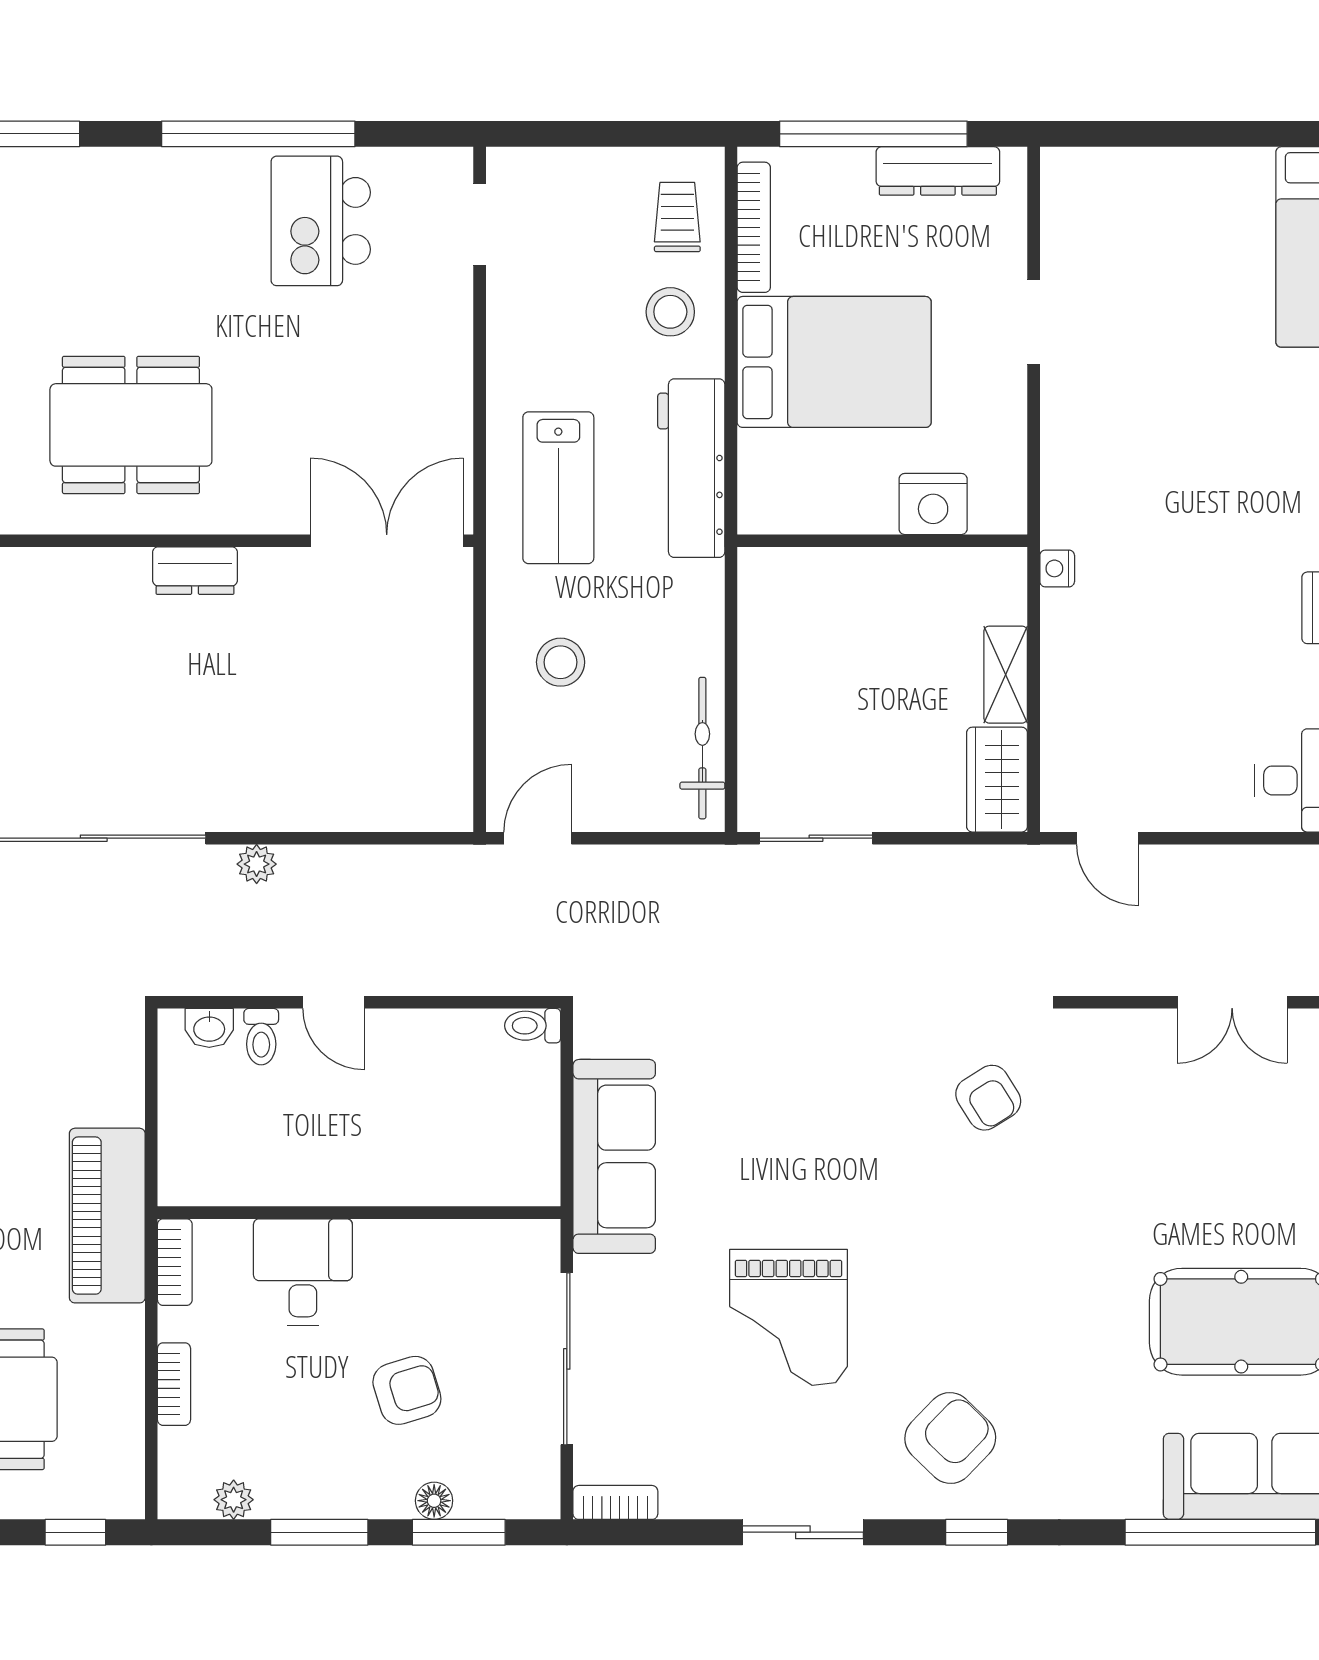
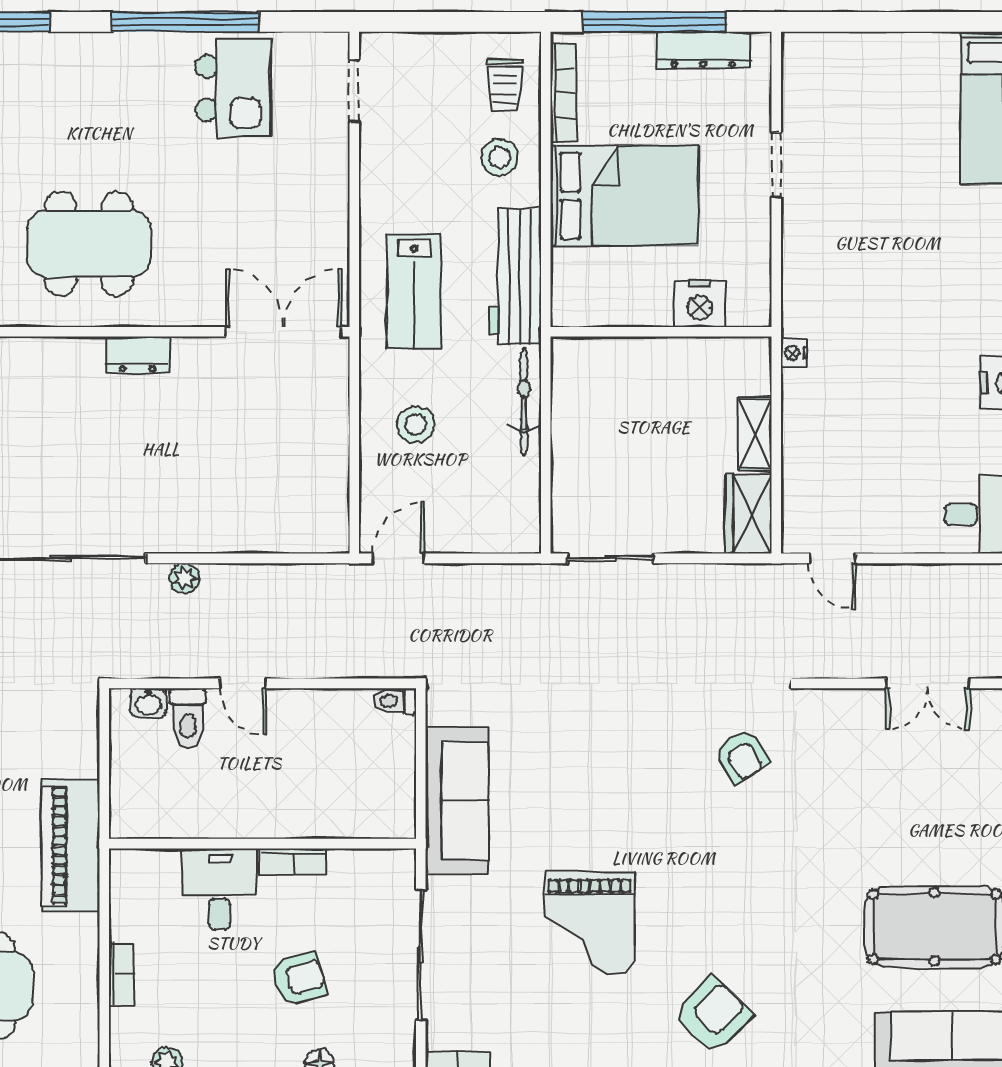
trolley: (677, 217) -> (505, 85), turned 180
kitchen island: (321, 221) -> (233, 88), turned 180
bicycle: (702, 748) -> (524, 401), moved
toilet: (261, 1037) -> (188, 718), width x1.37, depth x1.39
bookcase: (175, 1262) -> (293, 861), moved, turned 90

